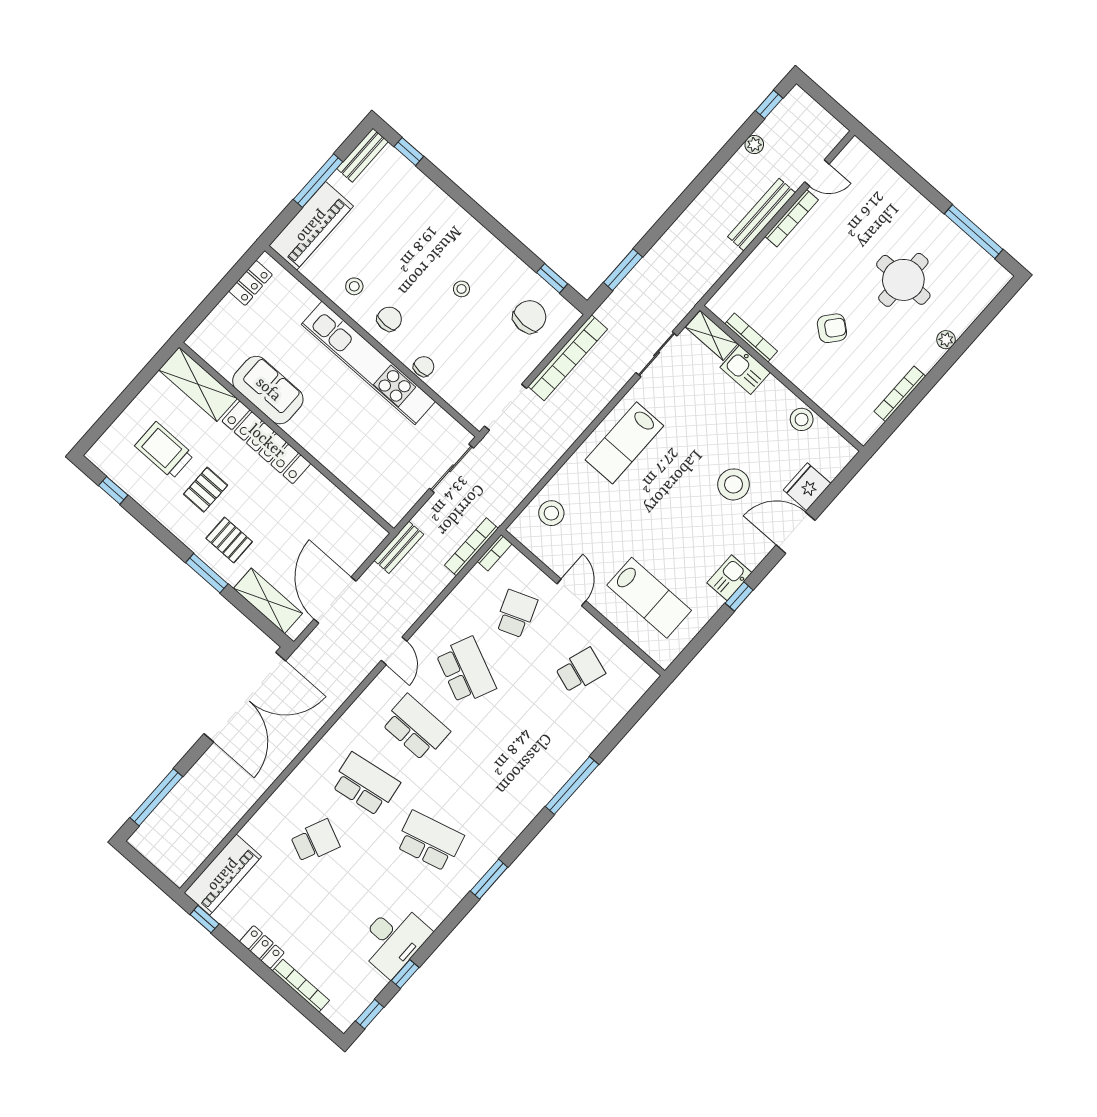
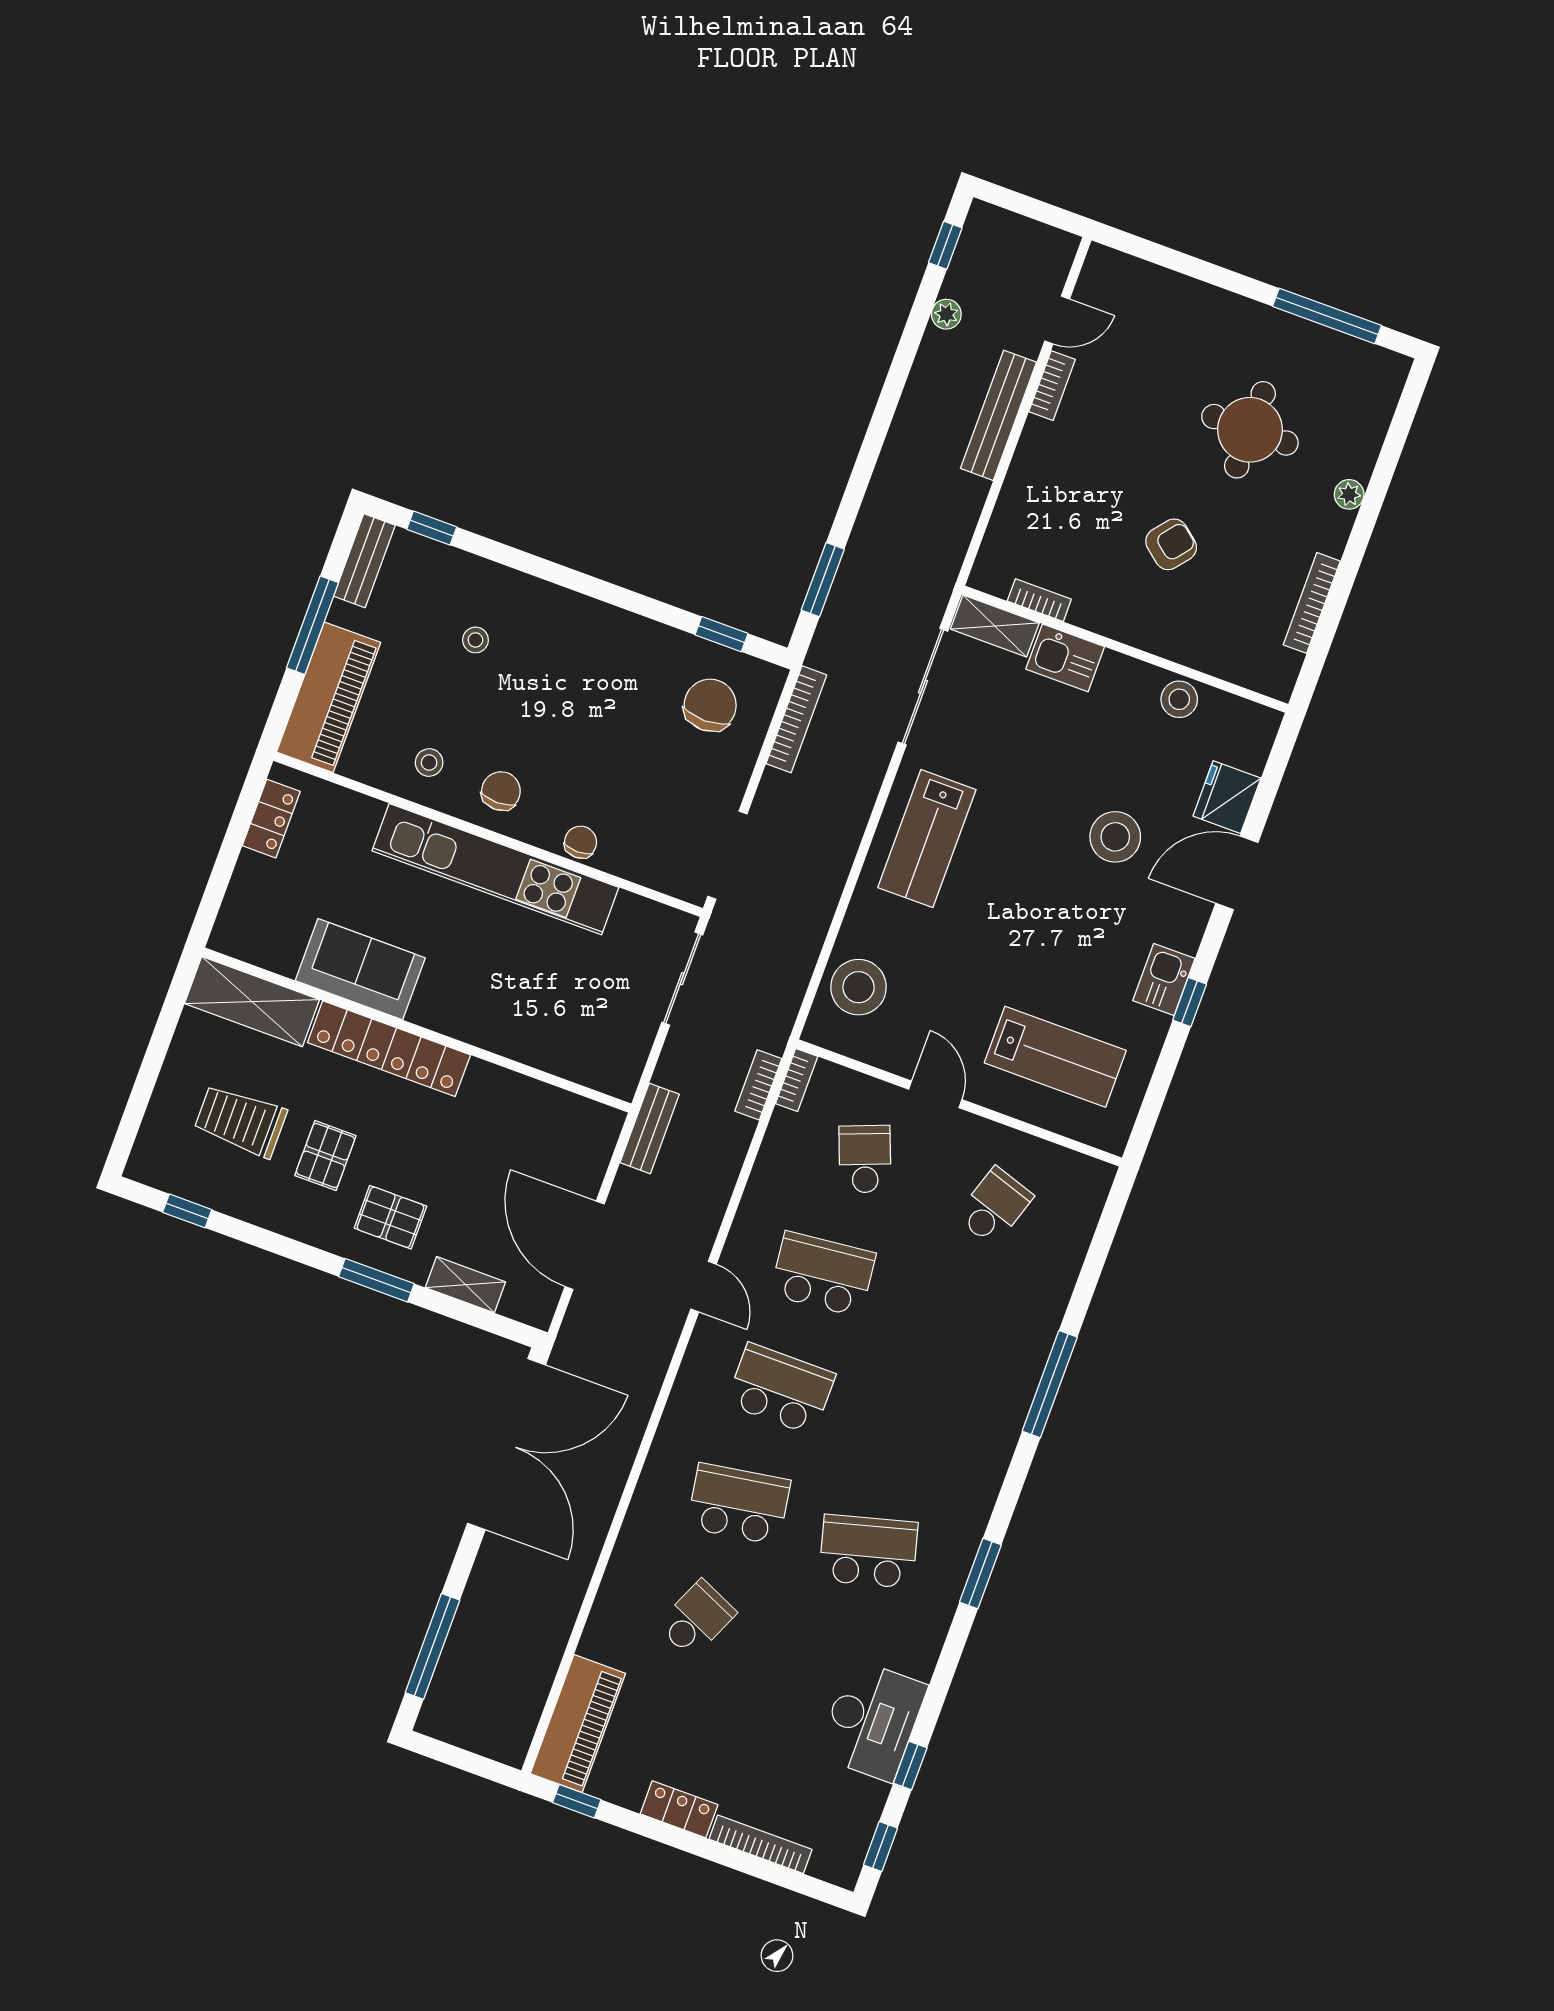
bookcase: (792, 218) -> (1052, 386), width x0.64
stool: (461, 289) -> (475, 640), moved
bookcase: (751, 337) -> (1039, 600), width x0.64
sliding door: (657, 354) -> (923, 687), width x1.37
bookcase: (568, 358) -> (796, 719), width x0.68, depth x0.76
stool: (551, 513) -> (859, 987), width x1.38, depth x1.38
bookcase: (471, 547) -> (758, 1085), width x0.64
shelving: (268, 601) -> (465, 1285), width x0.67, depth x0.75
school desk: (466, 671) -> (823, 1274), turned -30

